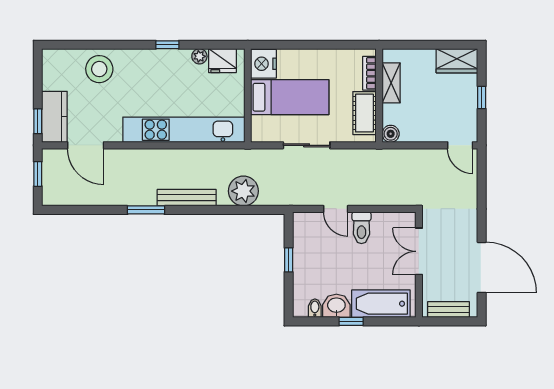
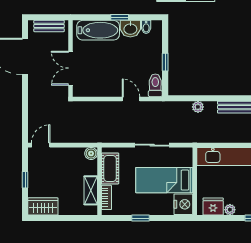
window: (323, 45) -> (140, 218), added
door: (460, 145) -> (41, 145), hinge flipped
plant: (243, 191) -> (198, 107), width x0.53, depth x0.53
toilet: (361, 228) -> (155, 85), moved
double door: (419, 251) -> (71, 68), swing flipped

